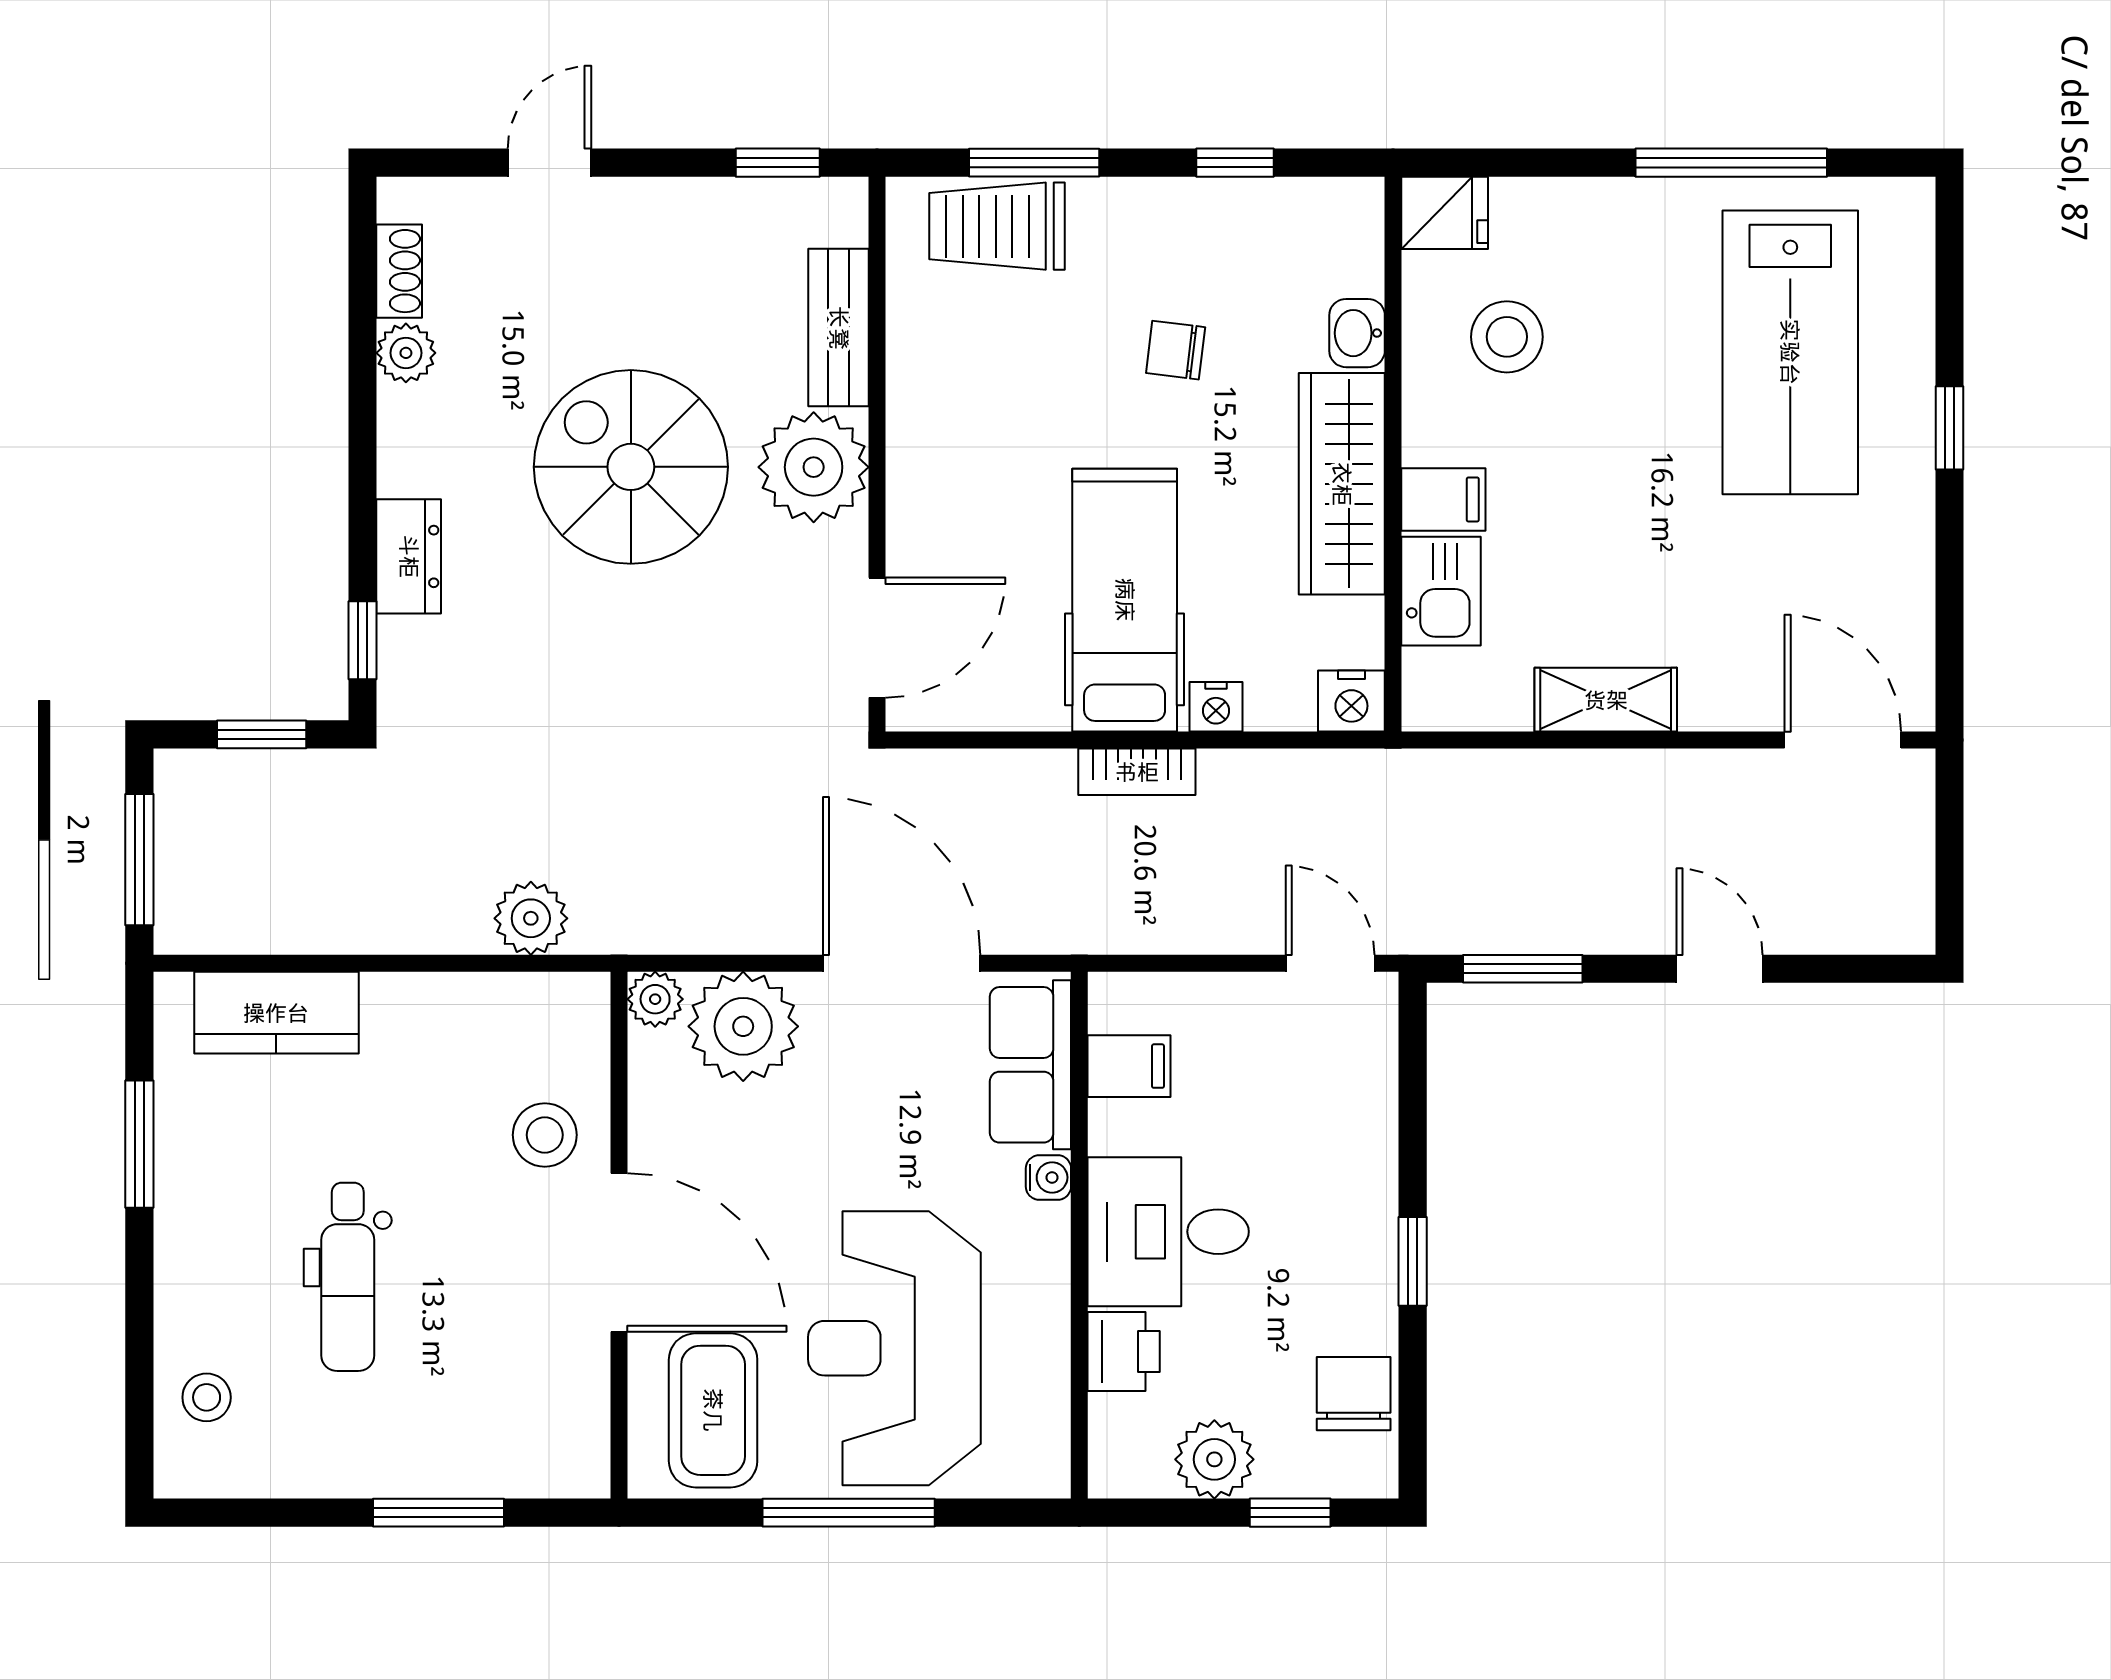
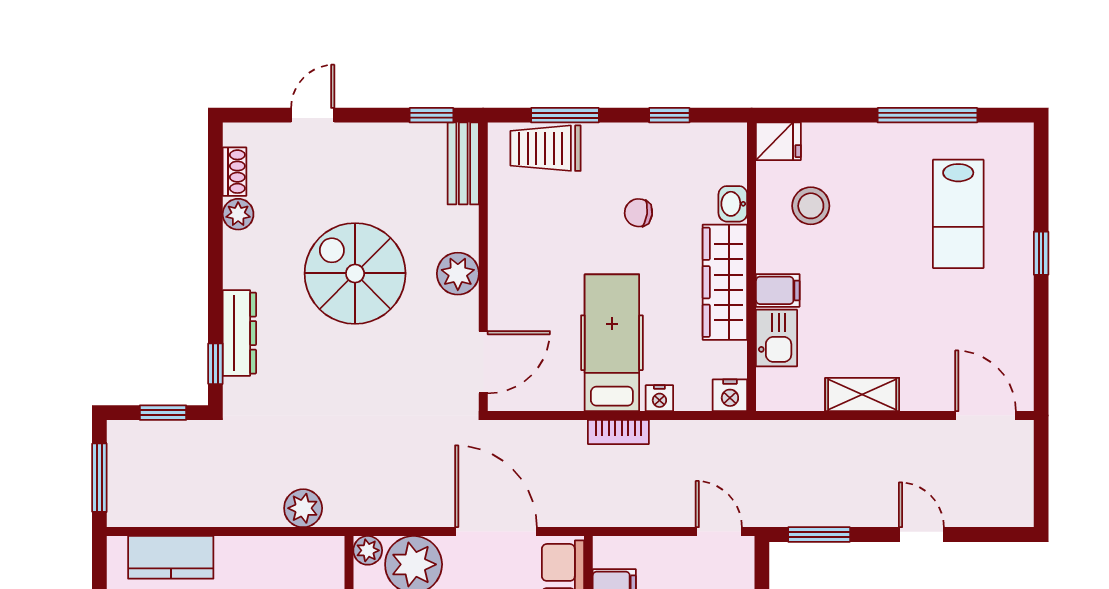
bench: (839, 328) -> (463, 163), moved
lab bench: (1790, 352) -> (958, 214), width x0.73, depth x0.72
plant: (814, 467) -> (458, 274), width x0.73, depth x0.73
dresser: (409, 556) -> (239, 333), width x1.44

